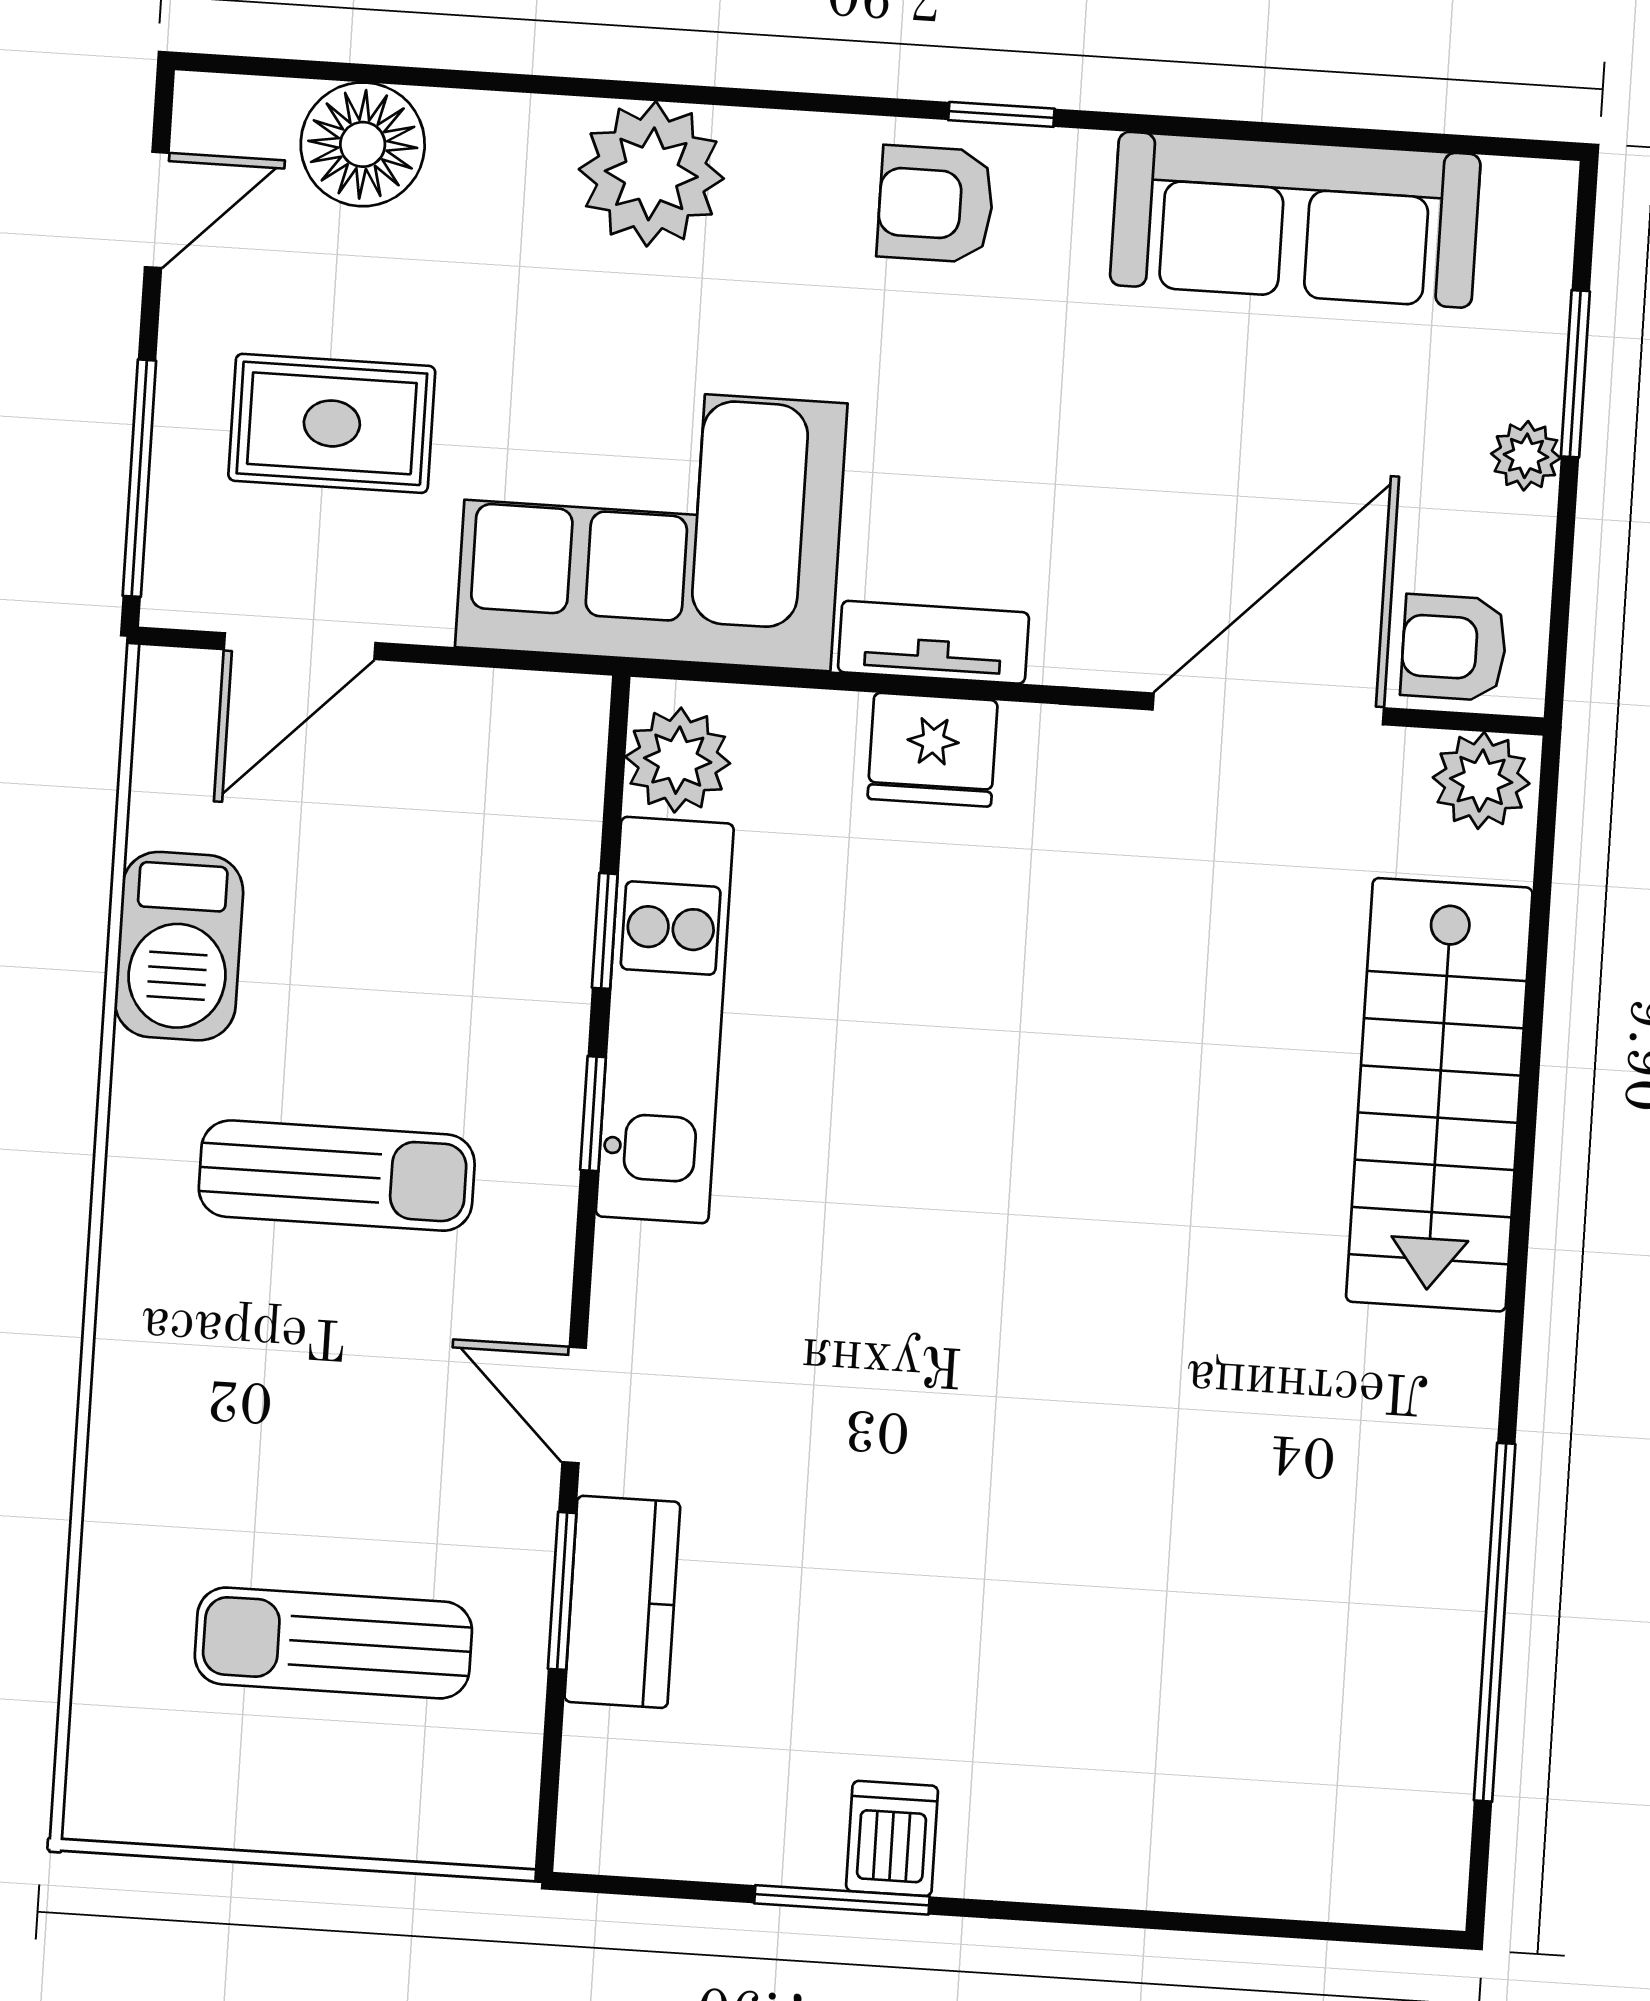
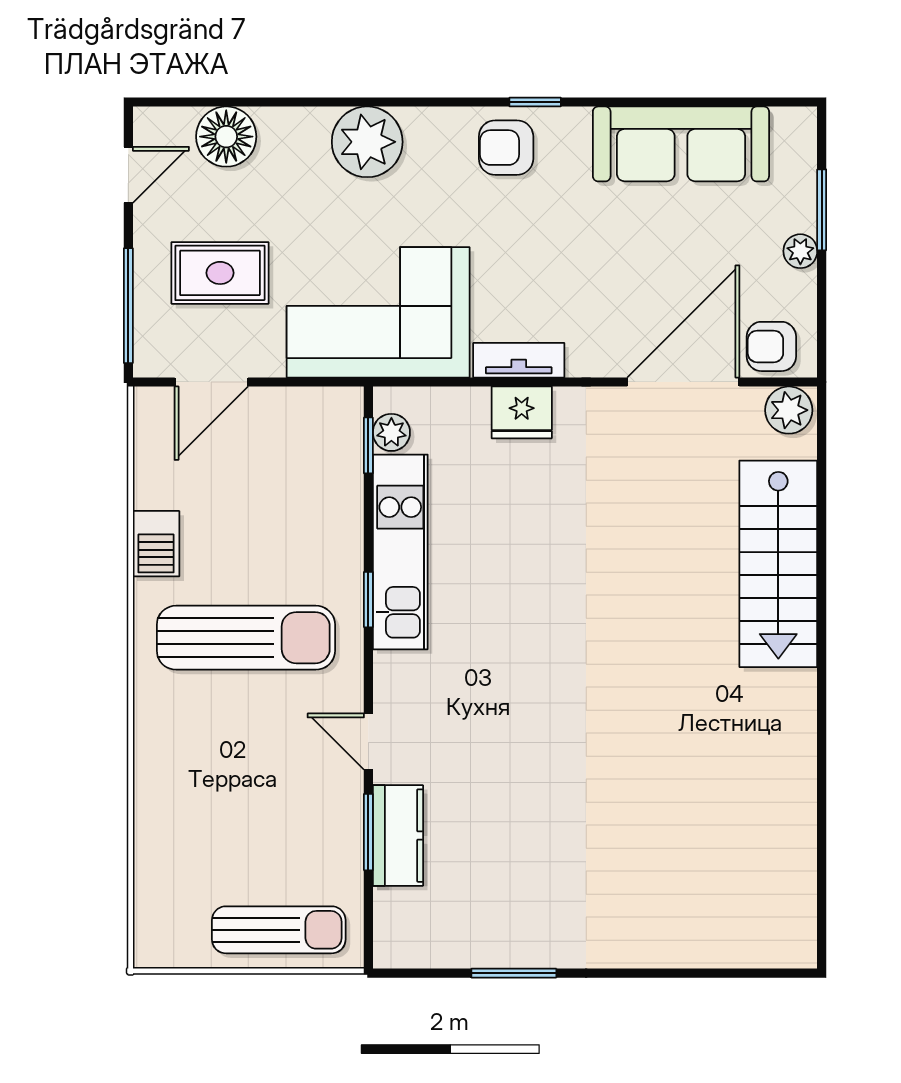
plant: (678, 760) -> (391, 432), width x0.73, depth x0.73
window: (605, 931) -> (368, 445), moved
barbecue: (179, 946) -> (156, 544), width x0.73, depth x0.79
sun lounger: (337, 1176) -> (246, 638), width x1.36, depth x1.34
window: (1495, 1622) -> (822, 818), removed
sun lounger: (333, 1643) -> (279, 930), moved, turned 180
dishwasher: (892, 1838) -> (536, 942), removed

